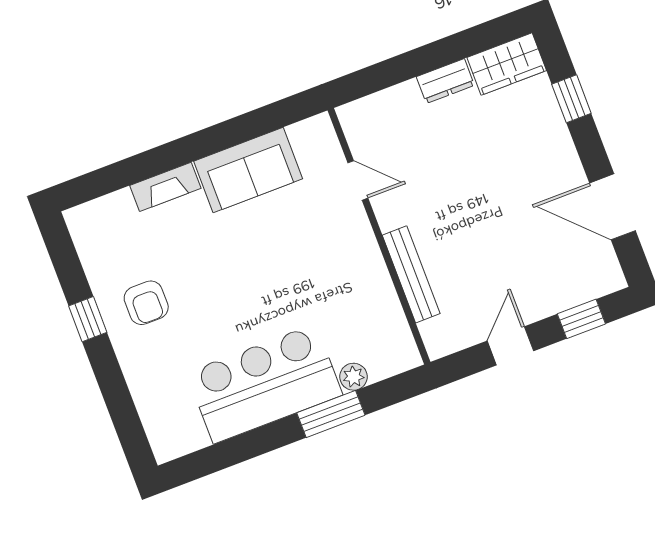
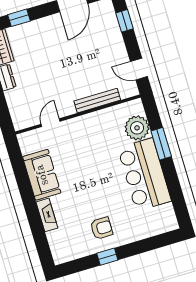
door: (510, 346) -> (139, 69), moved
plant: (354, 377) -> (137, 128), width x1.88, depth x1.88

